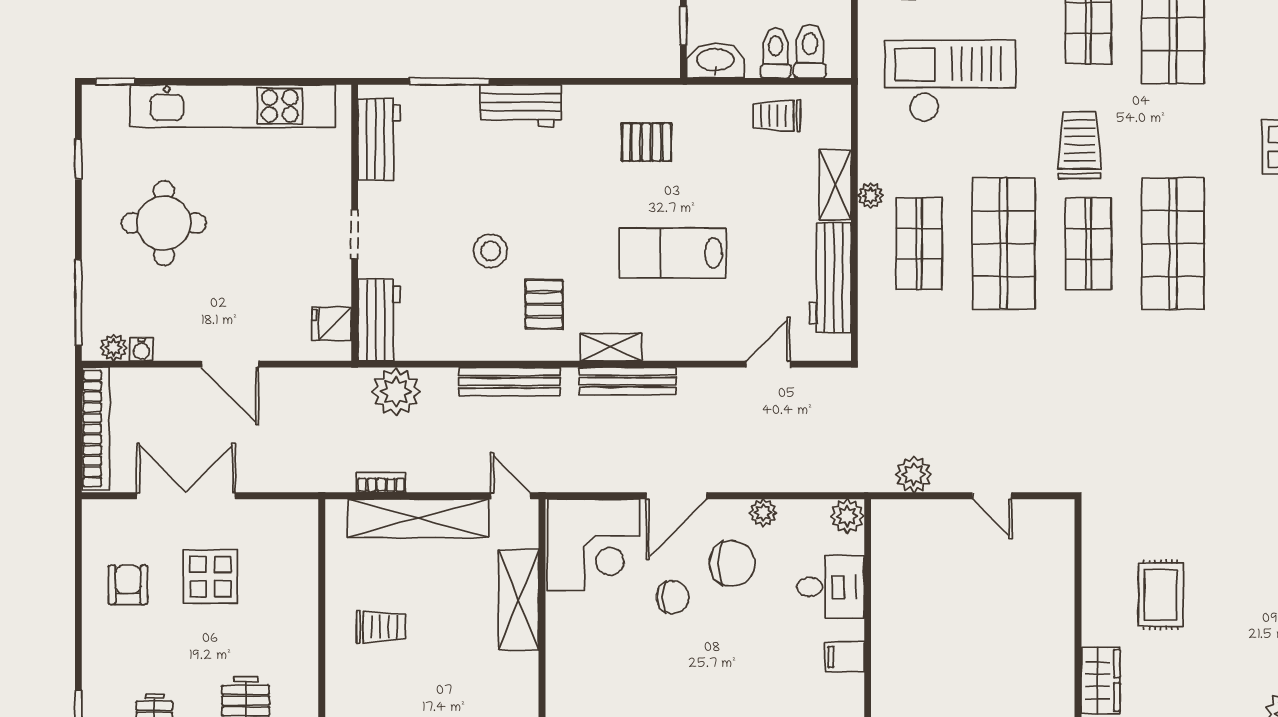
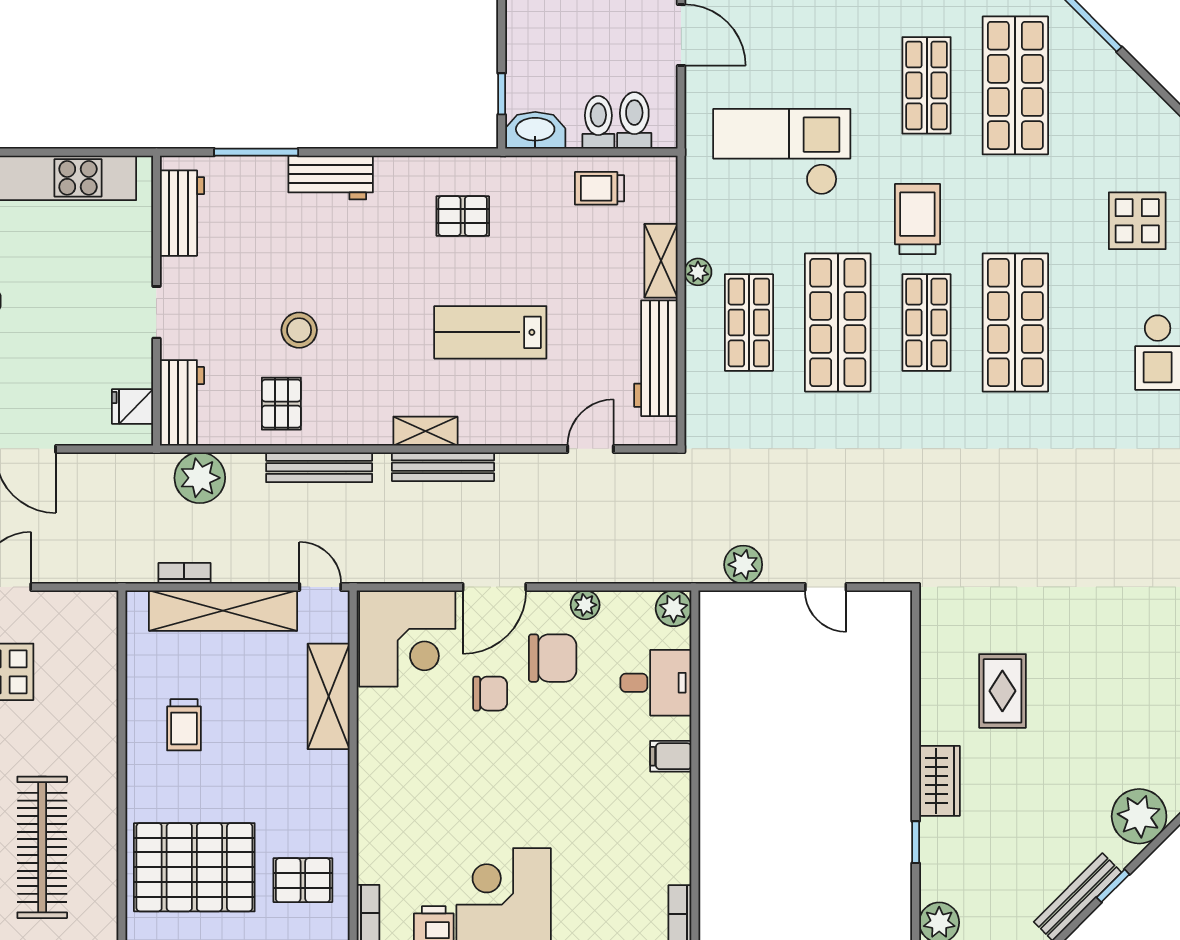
pallet: (544, 304) -> (281, 404), moved
trolley: (381, 627) -> (184, 725), turned 90

